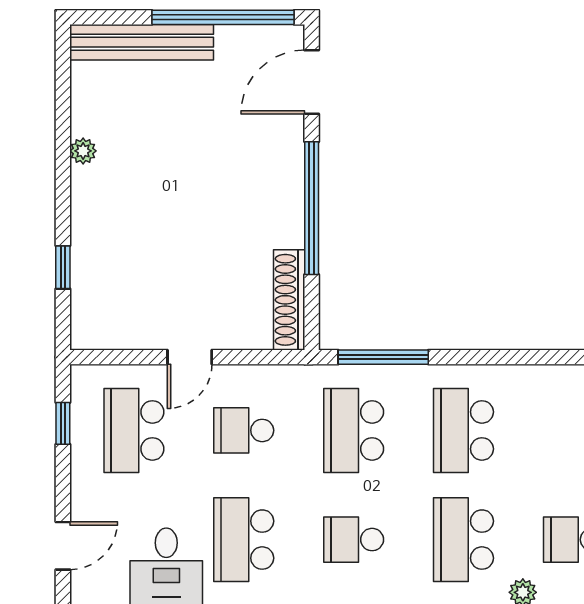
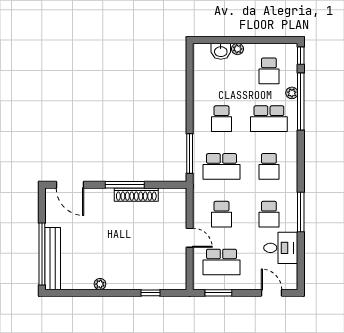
window: (223, 17) -> (42, 254), moved
window: (312, 208) -> (125, 185), width x0.68
shoe rack: (289, 300) -> (136, 195), moved
window: (63, 423) -> (218, 293), width x1.50
school desk: (463, 430) -> (221, 119), width x0.54
school desk: (244, 540) -> (269, 214), width x0.54

